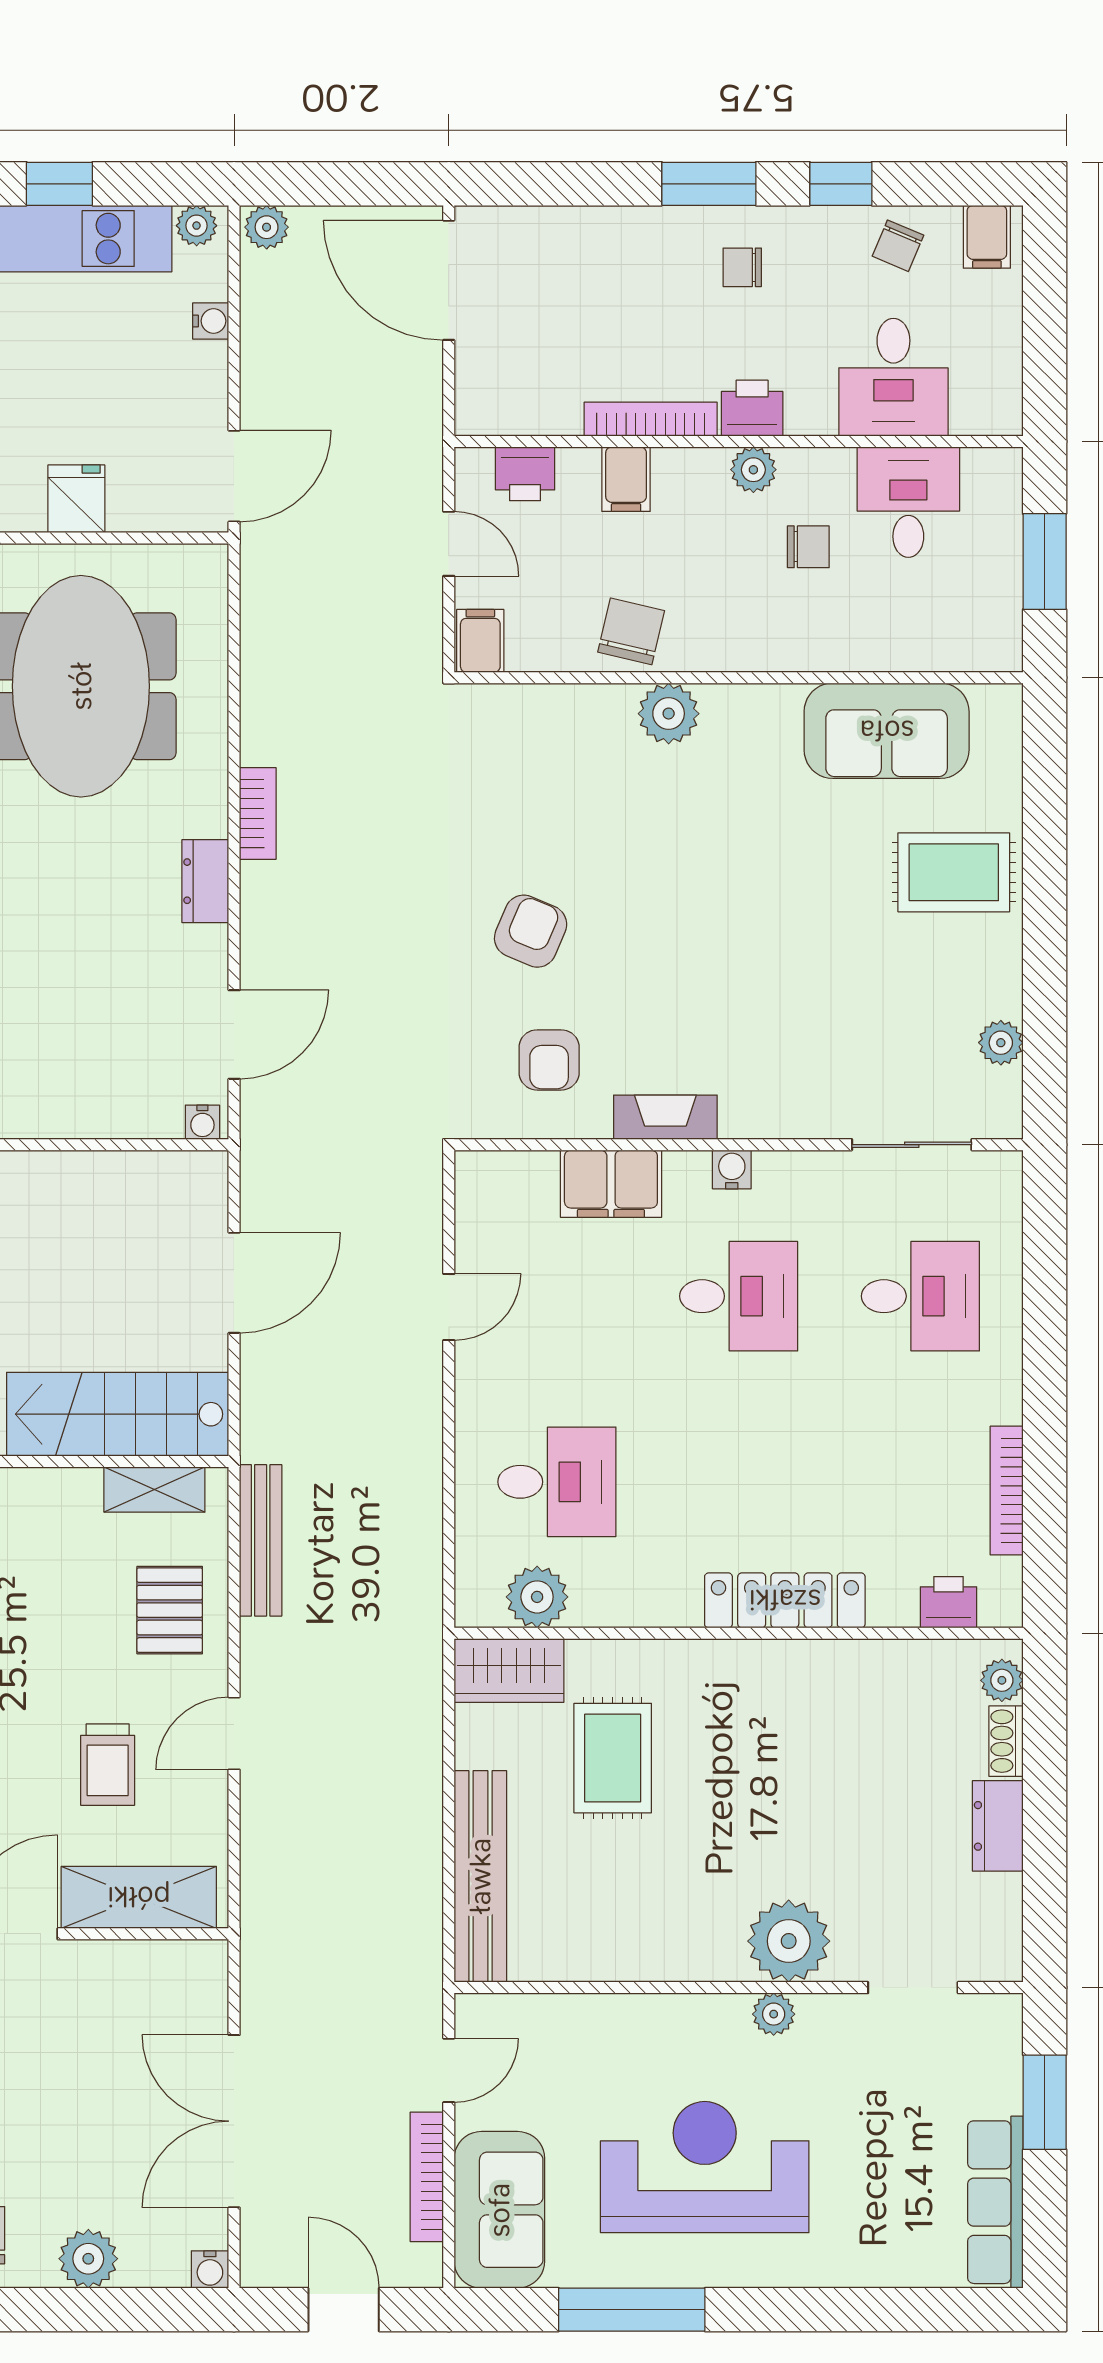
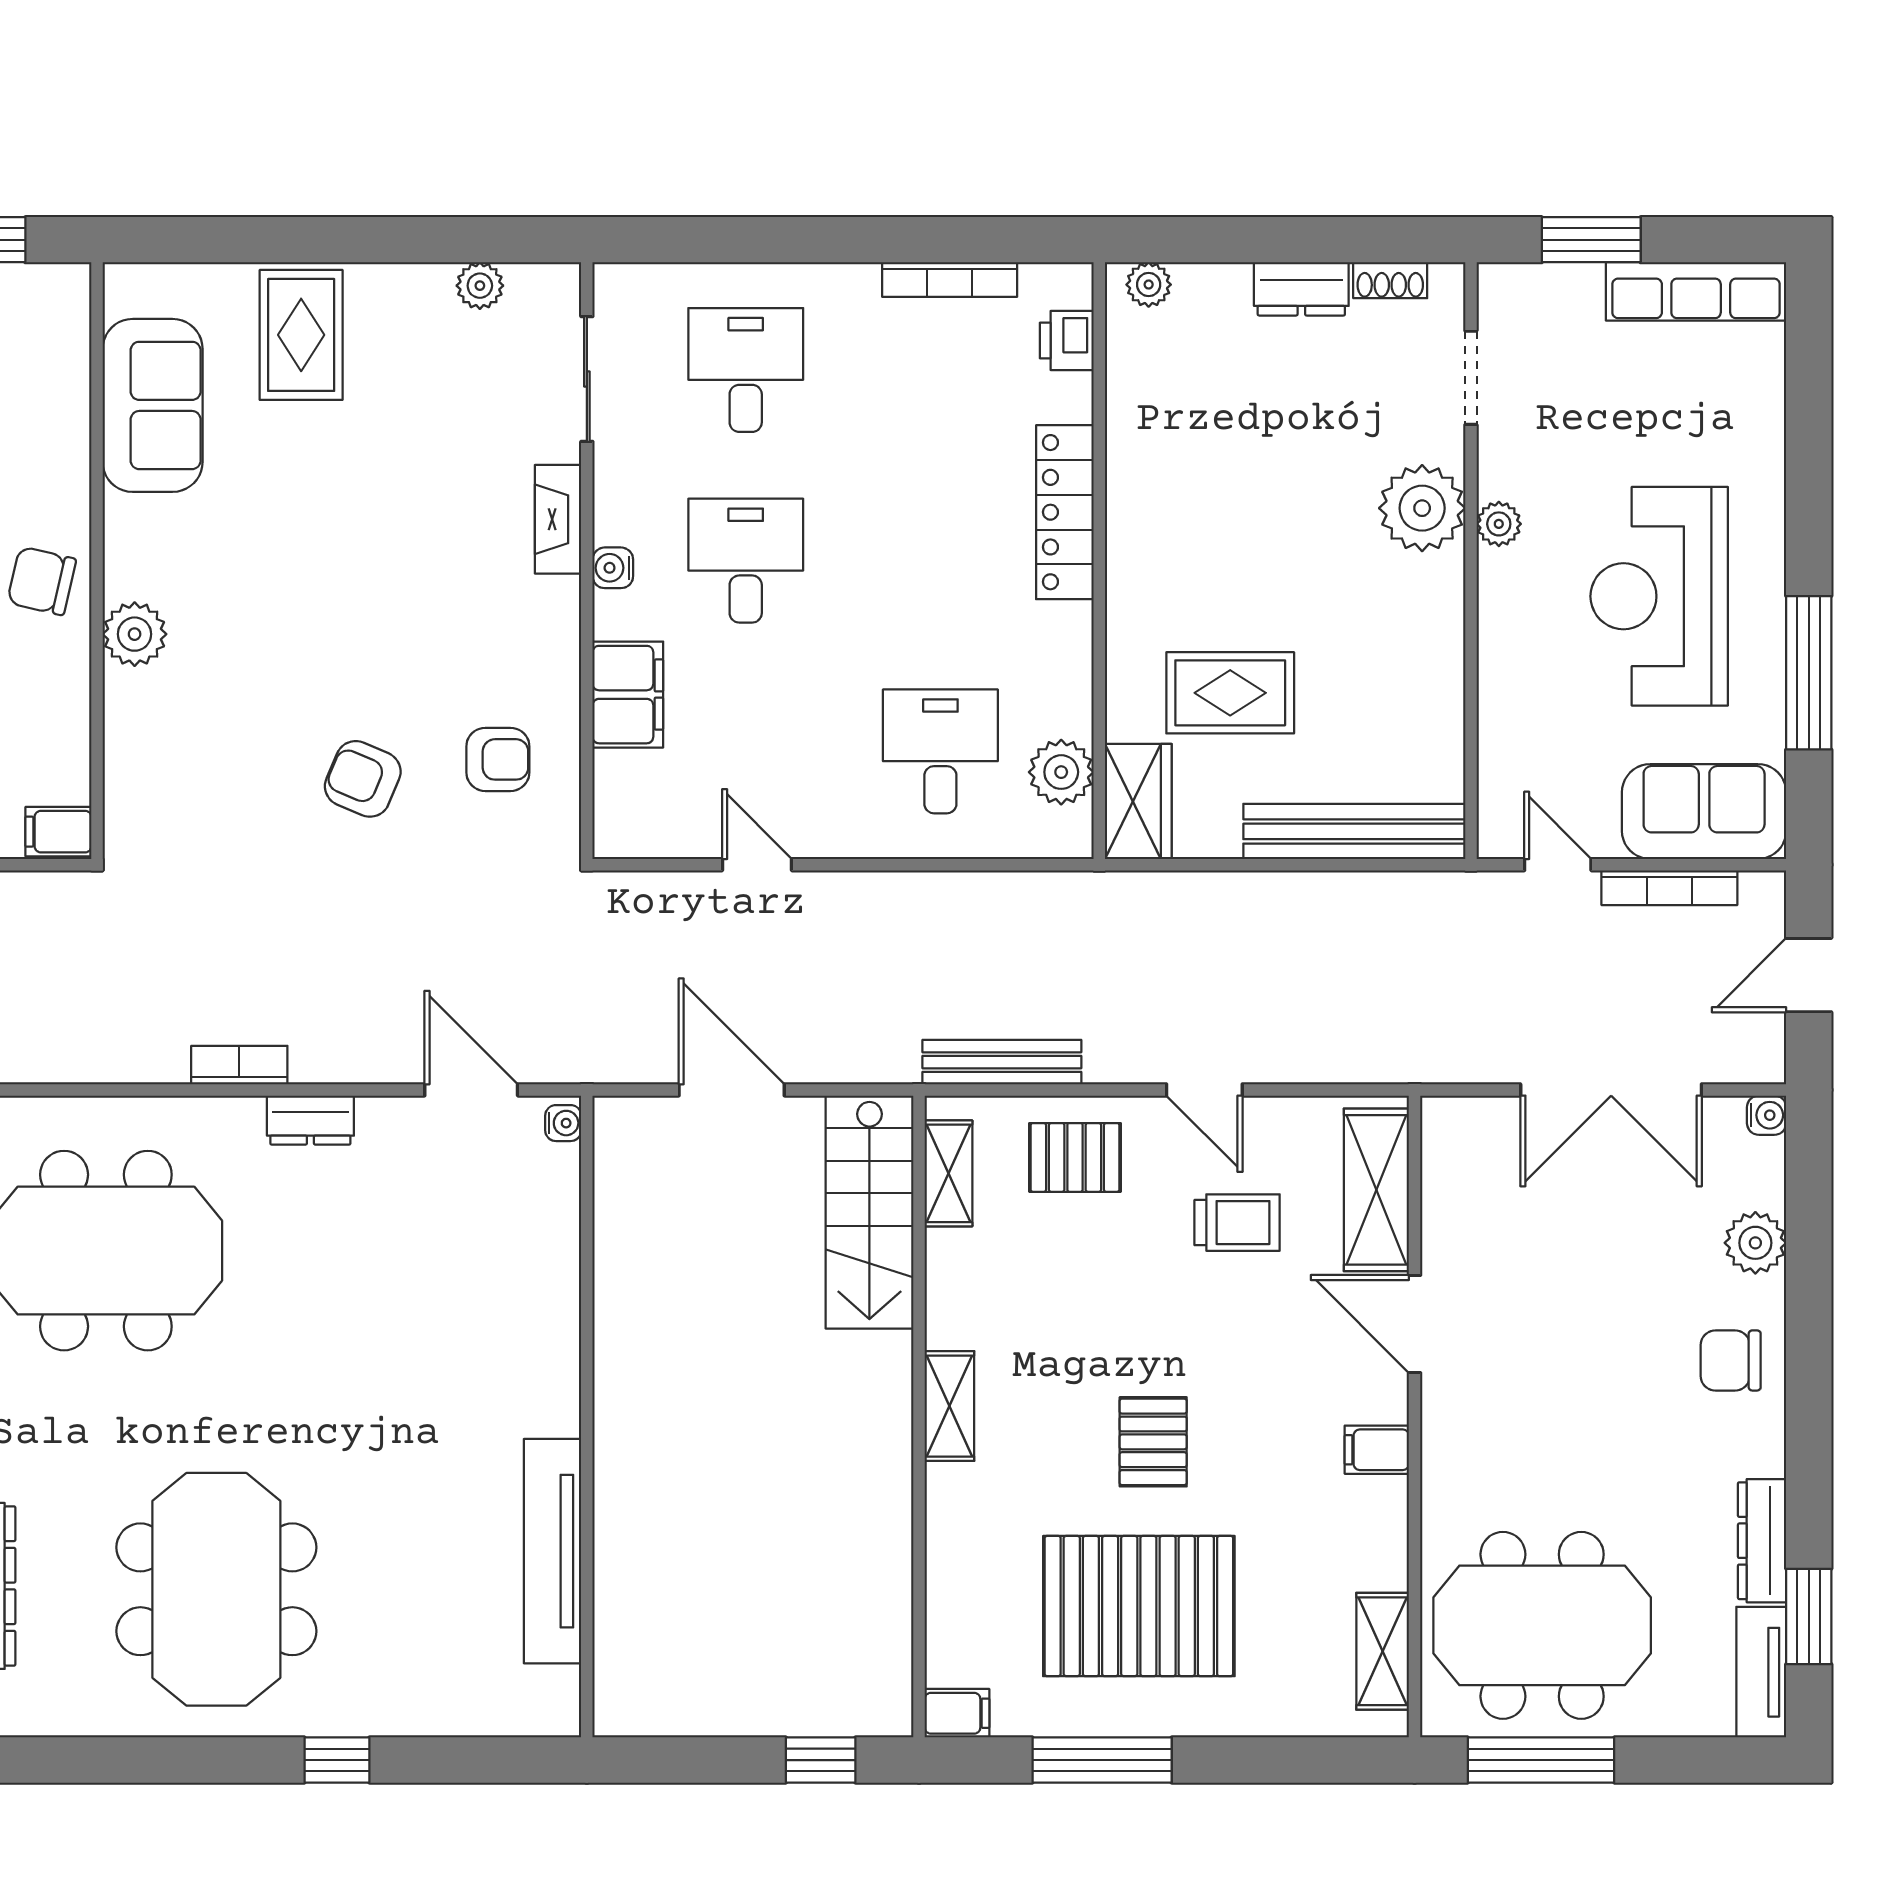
chair: (631, 631) -> (42, 581), moved
fireplace: (665, 1117) -> (558, 519), moved
shoe rack: (1006, 1741) -> (1390, 280), moved

